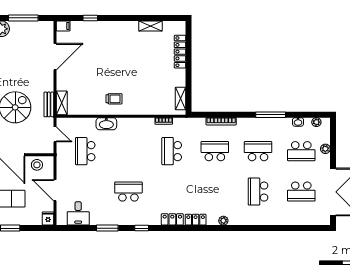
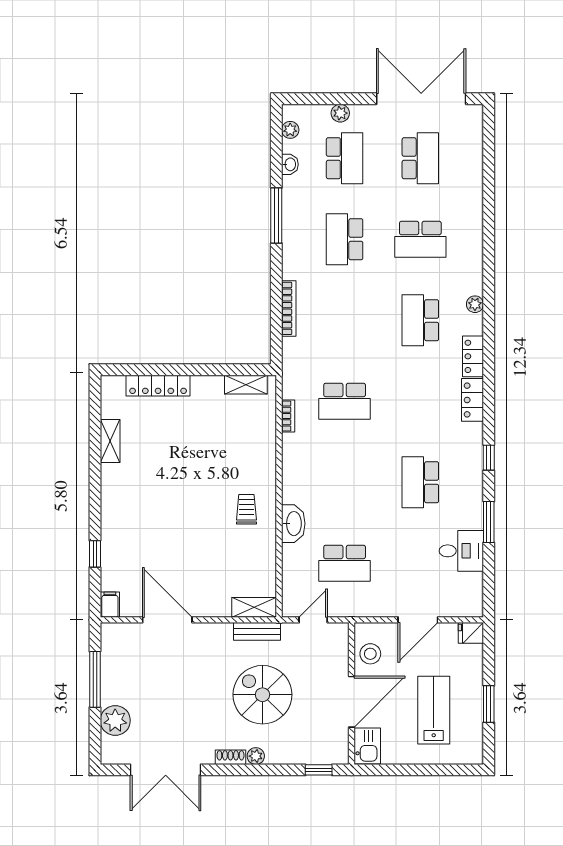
school desk: (215, 151) -> (420, 320), moved
desk: (78, 213) -> (461, 551), moved

